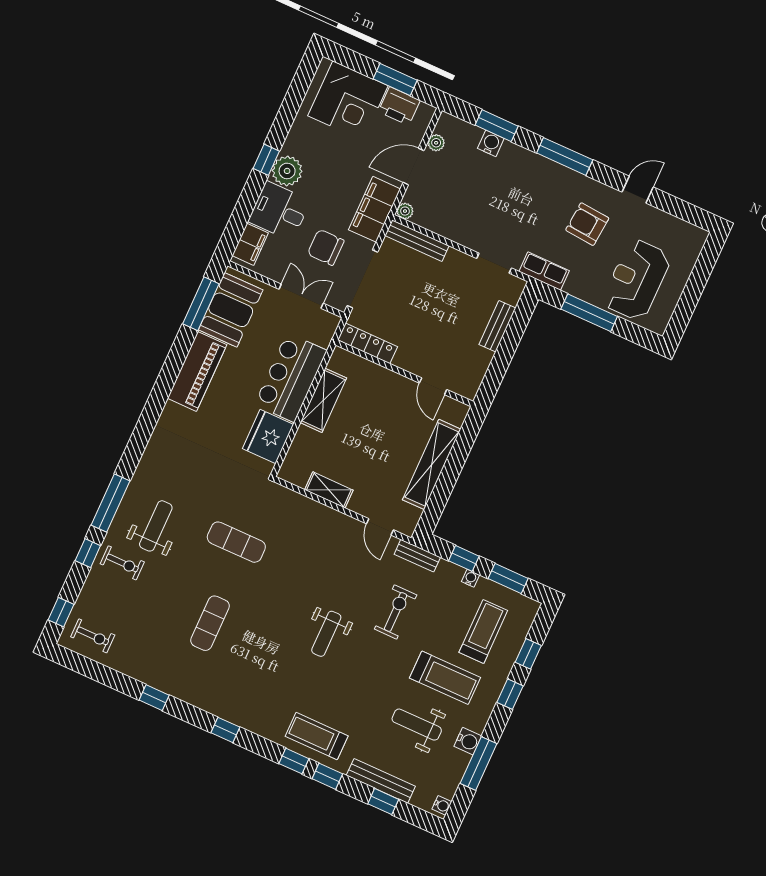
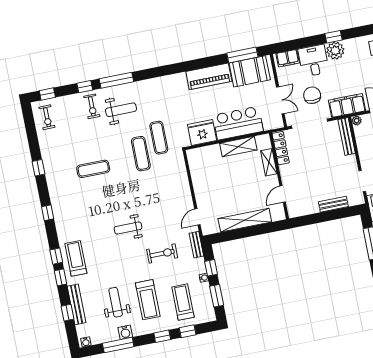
shelving: (329, 490) -> (269, 162), moved
exercise mat: (232, 501) -> (159, 138), added
treadmill: (483, 631) -> (183, 302), turned -90

